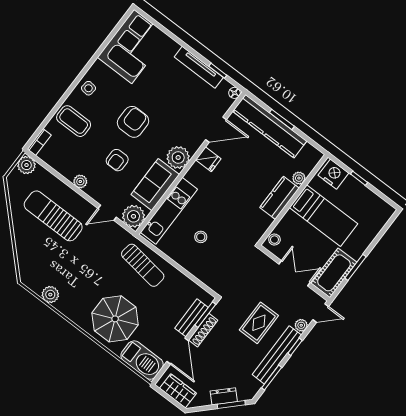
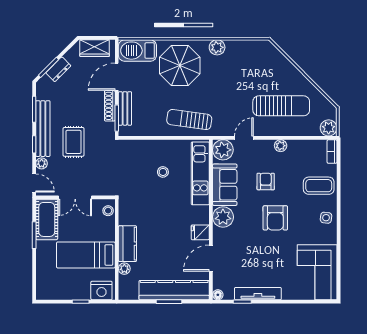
plant: (50, 295) -> (217, 47), moved
door: (321, 313) -> (34, 183), swing flipped
door: (178, 351) -> (117, 77), hinge flipped

